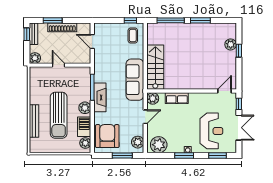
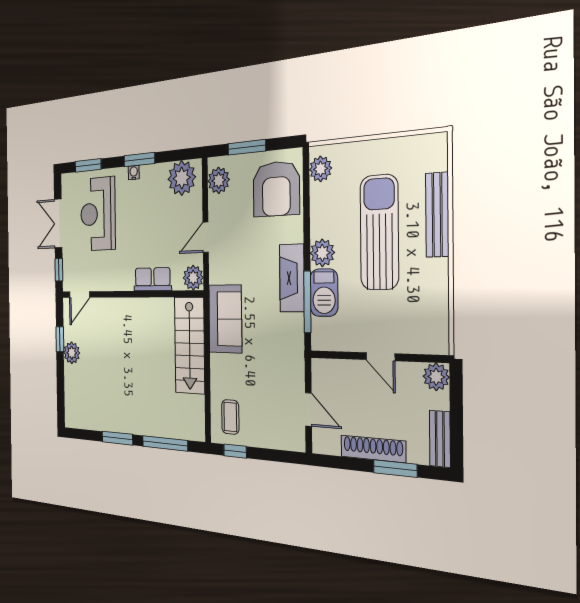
window: (27, 34) -> (457, 439), removed
plant: (231, 44) -> (72, 353), moved
window: (239, 51) -> (60, 339), moved
sofa: (135, 80) -> (225, 319), width x0.73
barbecue: (84, 127) -> (324, 293), moved

